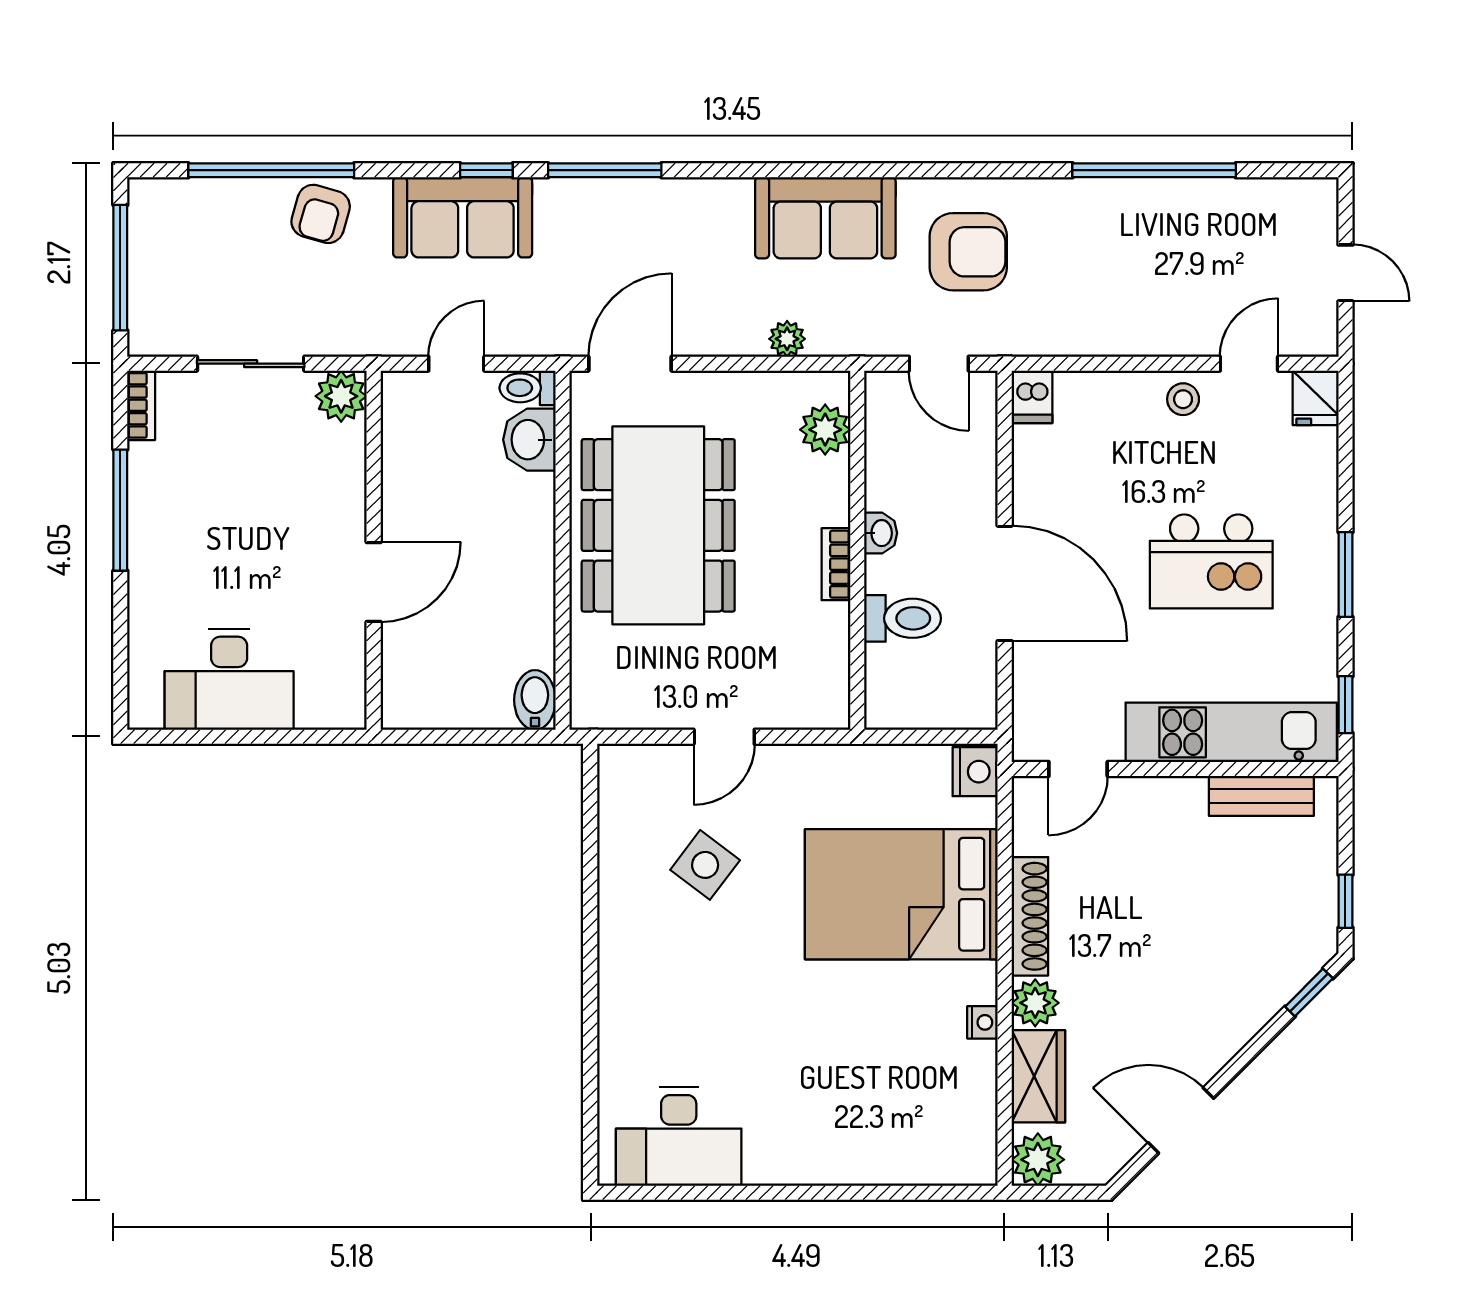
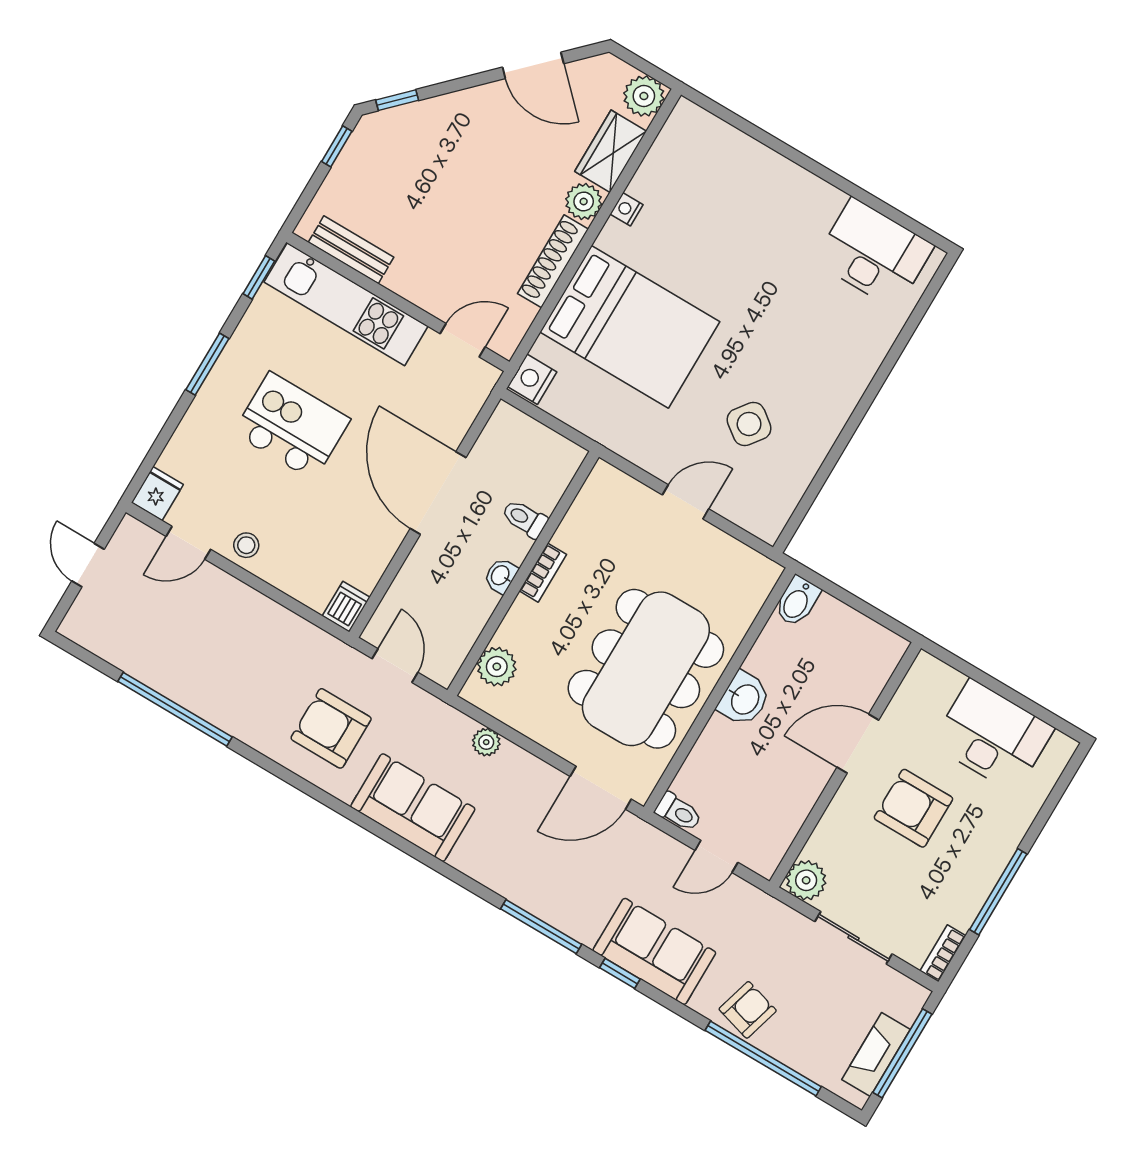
fireplace: (149, 249) -> (876, 1054), added
washbasin: (529, 440) -> (744, 699), moved
armchair: (270, 547) -> (913, 808), added
toilet: (903, 618) -> (525, 519), width x0.73, depth x0.72

